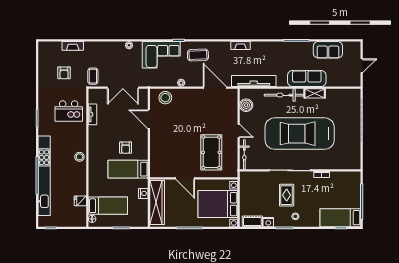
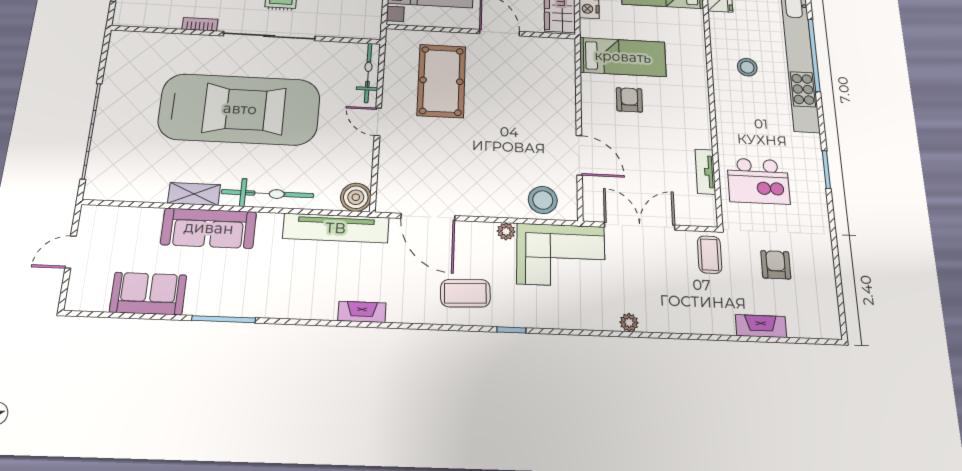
corner sofa: (161, 55) -> (561, 255), moved, turned 180
boiler: (246, 105) -> (356, 197), moved
kitchen island: (69, 111) -> (758, 181), turned 180
stool: (79, 157) -> (747, 67), moved

